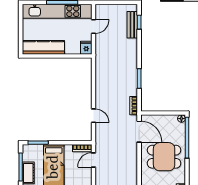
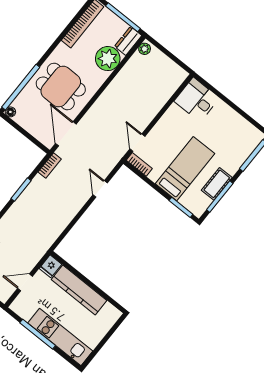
kitchen unit: (57, 11) -> (60, 337), width x0.73
kitchen counter: (43, 47) -> (79, 290), moved
door: (94, 160) -> (137, 143), swing flipped

